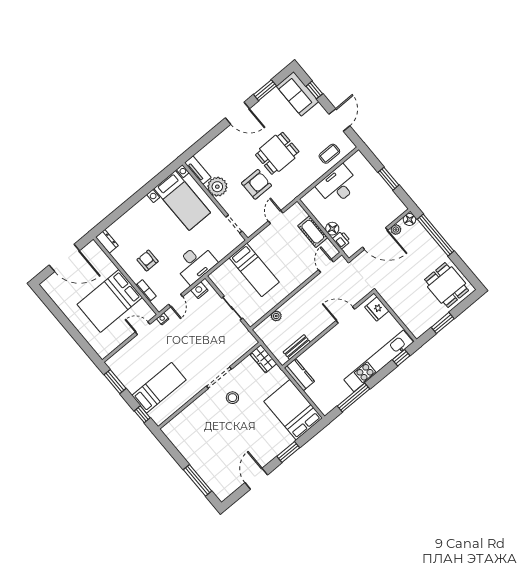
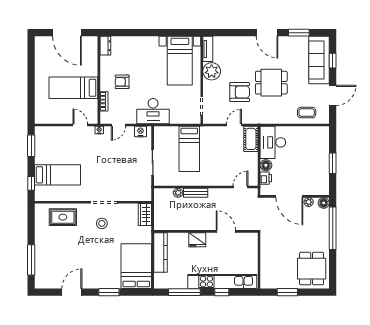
sofa: (298, 94) -> (319, 60), width x1.36
desk: (338, 185) -> (273, 142), moved, turned -90
cot: (313, 232) -> (251, 139), moved
armchair: (148, 260) -> (122, 82), turned -90
bed: (110, 301) -> (73, 88), width x0.67
fridge: (377, 309) -> (197, 240), moved, turned -90
bench: (297, 347) -> (196, 193), moved
window: (401, 358) -> (222, 292), moved
kitchen counter: (299, 375) -> (160, 252), width x1.50
rug: (194, 420) -> (63, 217), added

